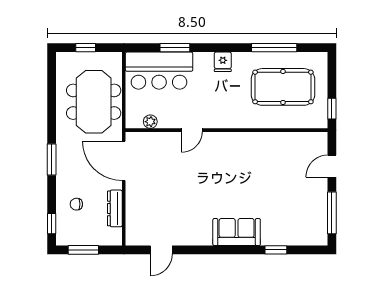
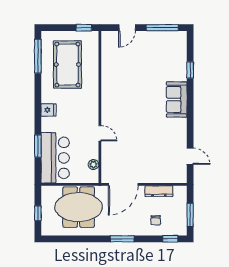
window: (274, 48) -> (38, 56), moved
door: (332, 166) -> (127, 28), hinge flipped

